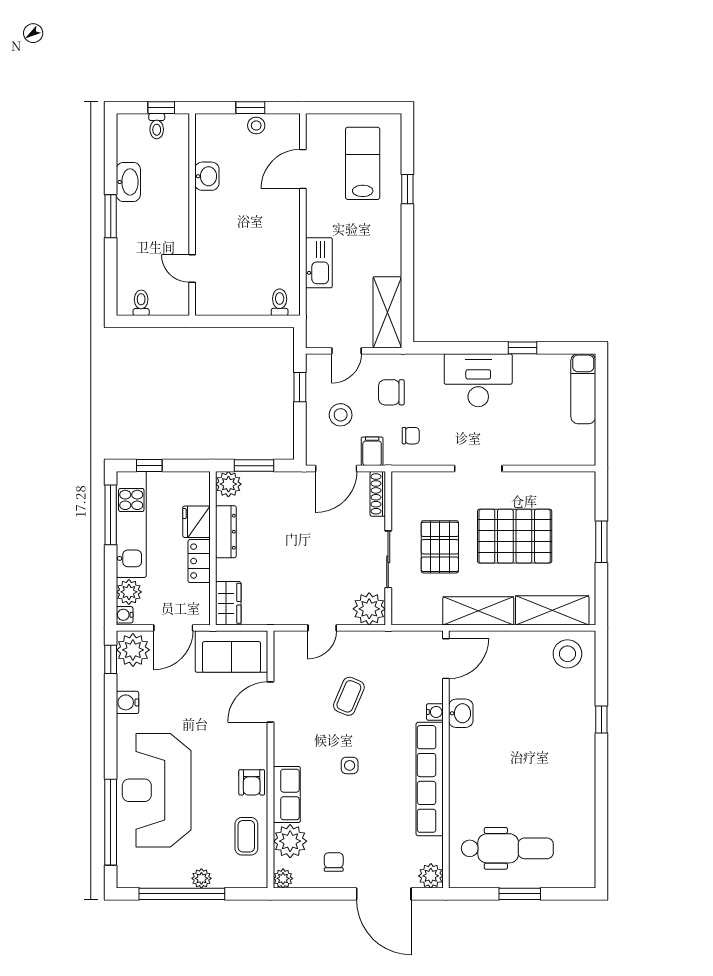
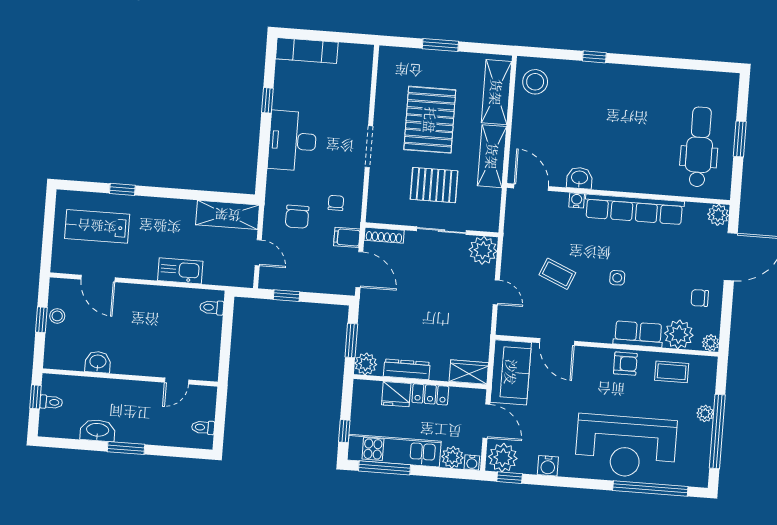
stool: (341, 415) -> (313, 262), removed

